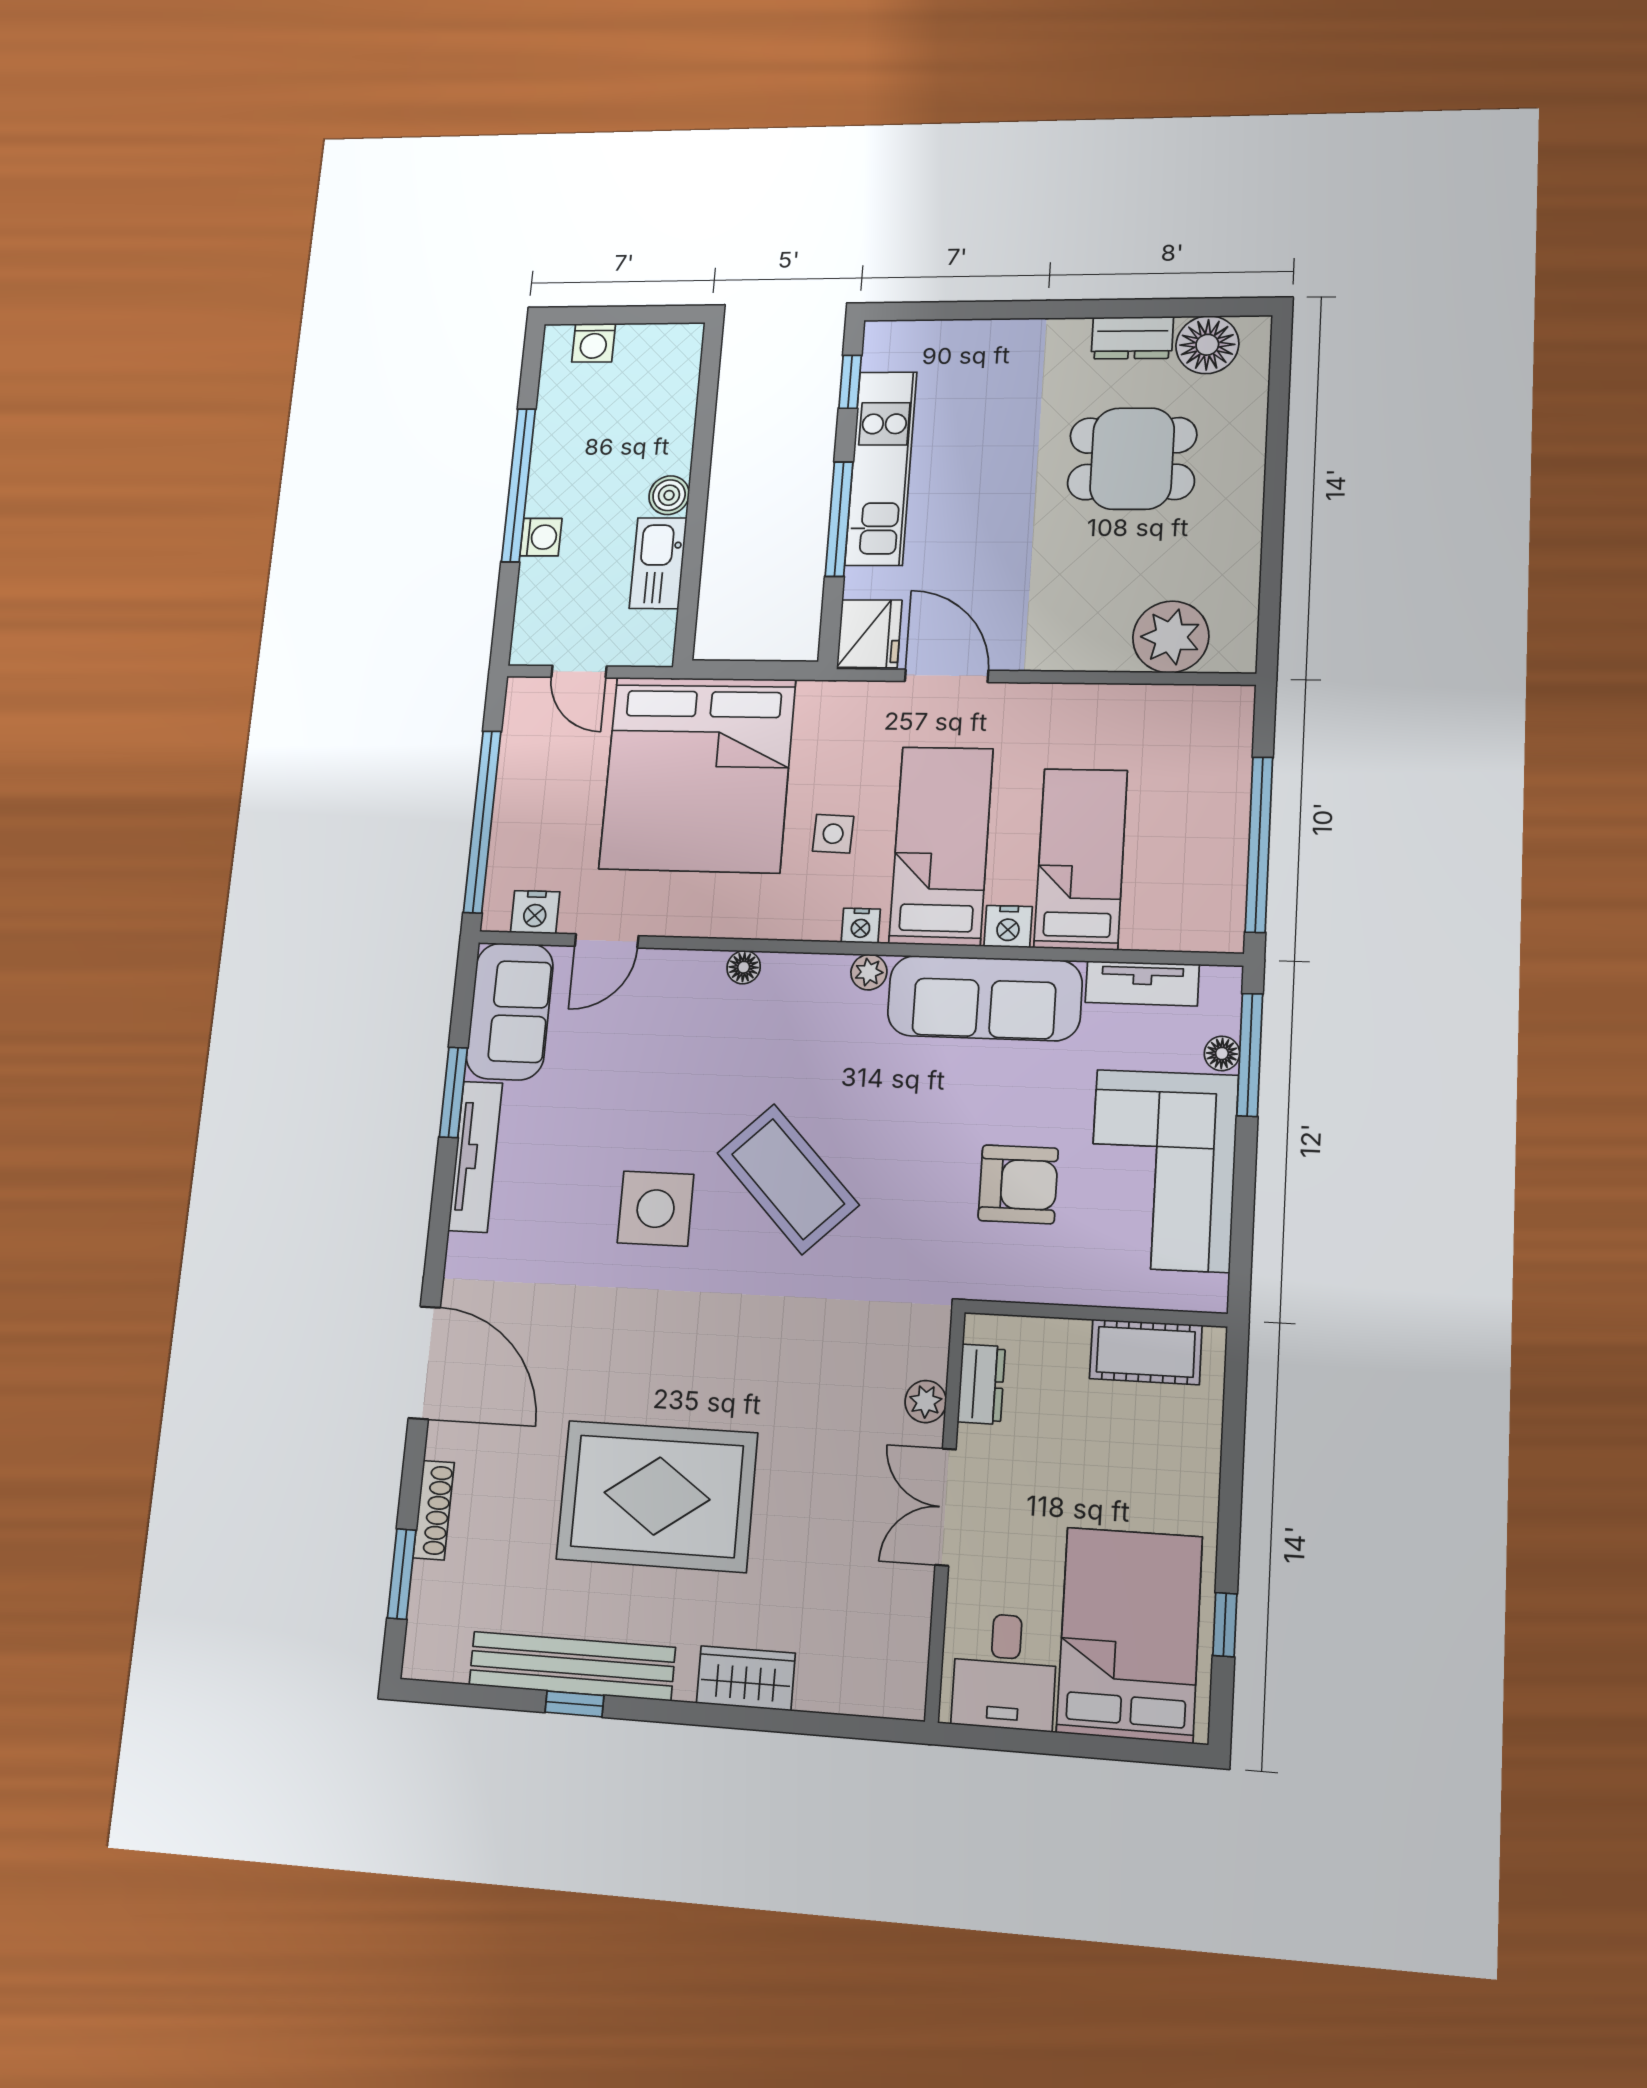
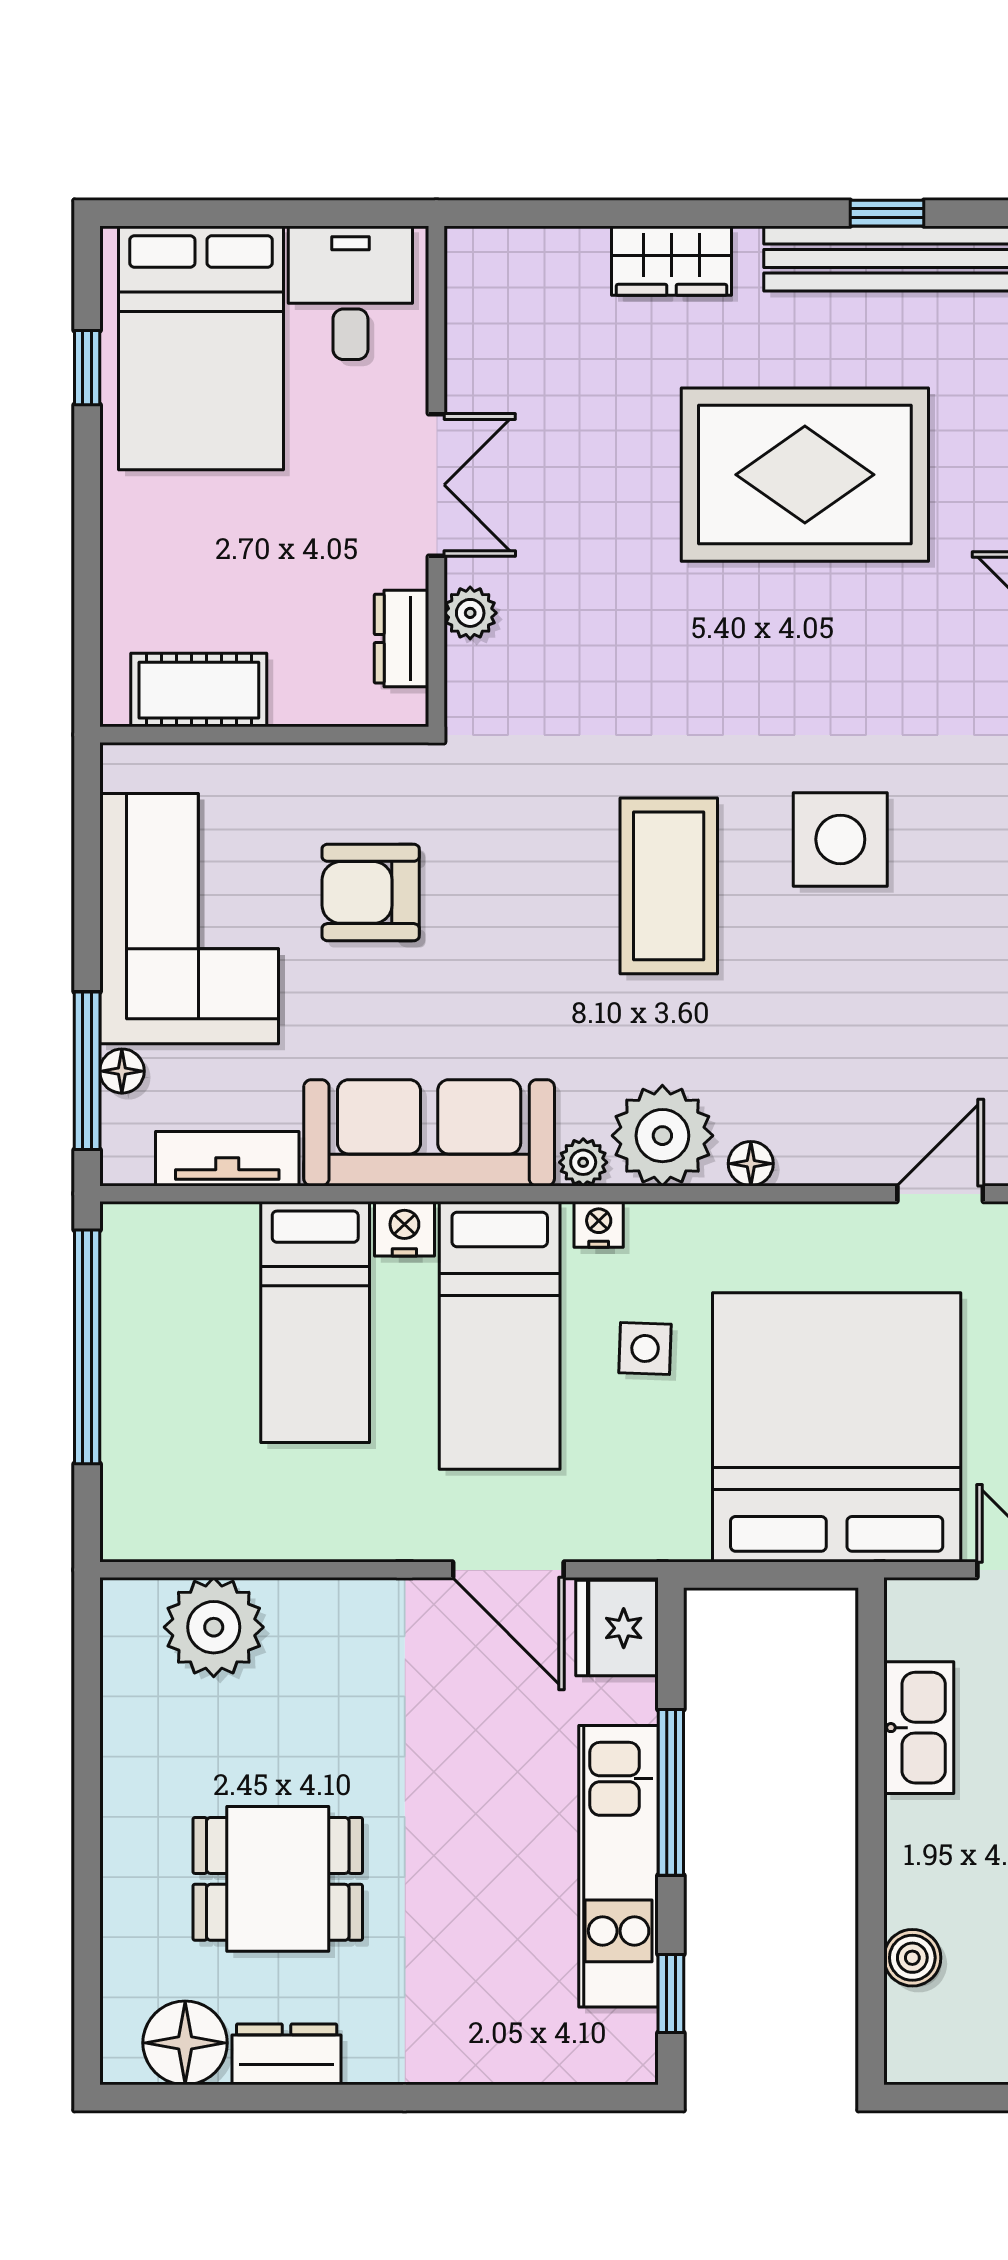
boiler: (669, 495) -> (912, 1958), moved
plant: (808, 990) -> (662, 1136), added
coffee table: (788, 1179) -> (669, 886), turned 44

